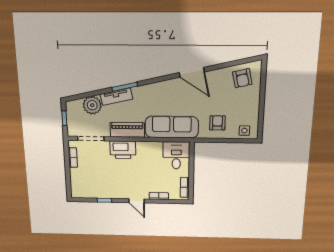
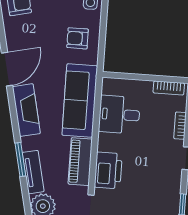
fireplace: (162, 89) -> (26, 110), added
desk: (176, 155) -> (119, 115), moved

